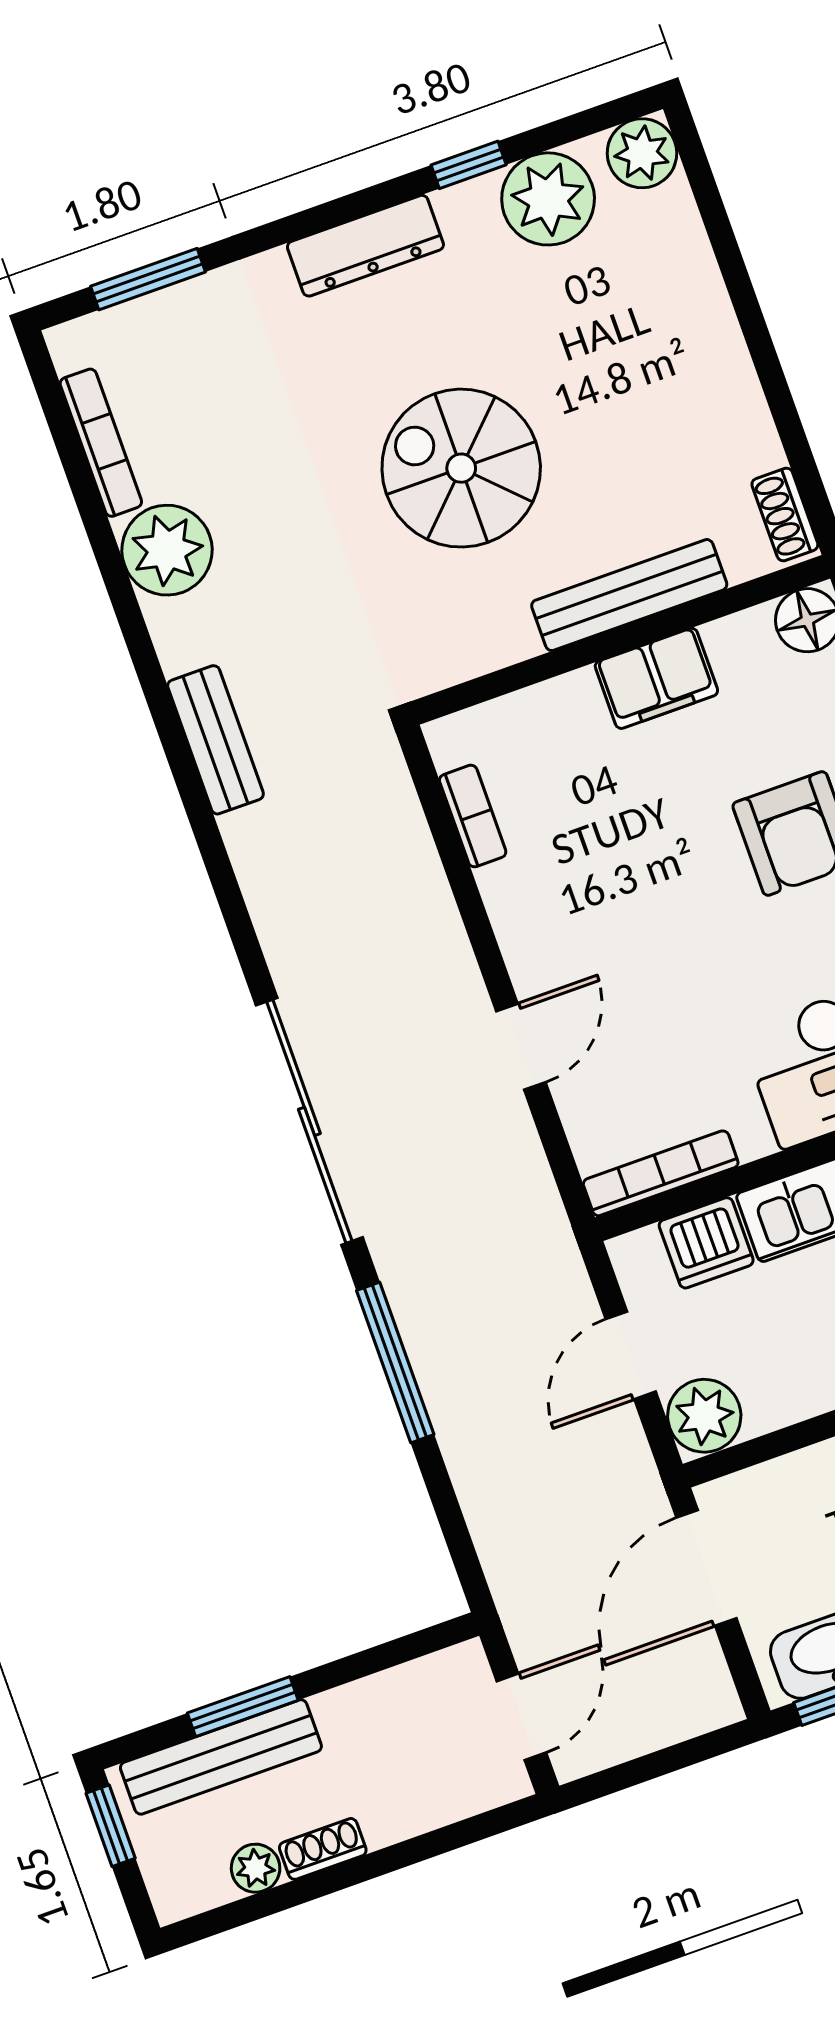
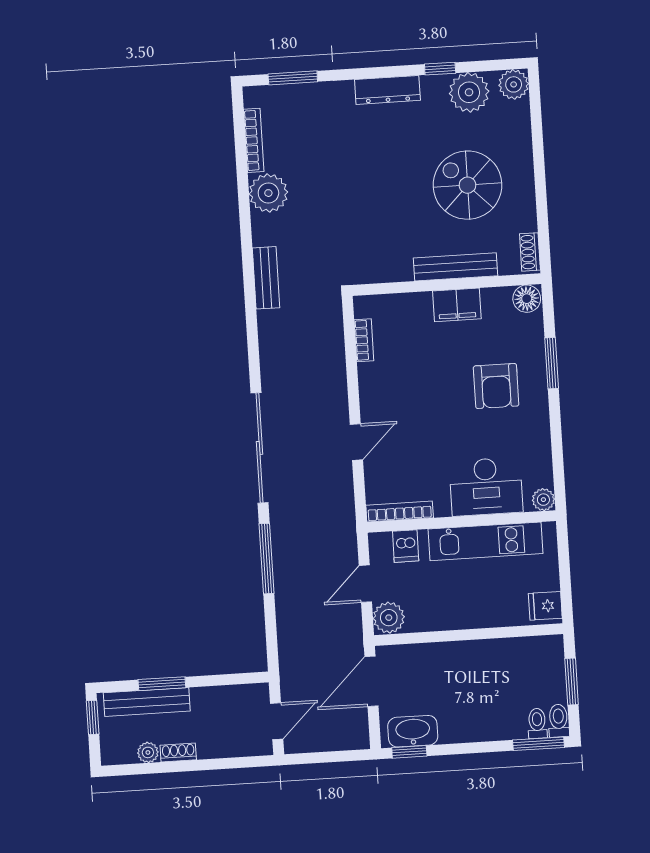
spiral stairs: (461, 468) -> (467, 185), moved
dishwasher: (706, 1243) -> (406, 546), width x0.73

